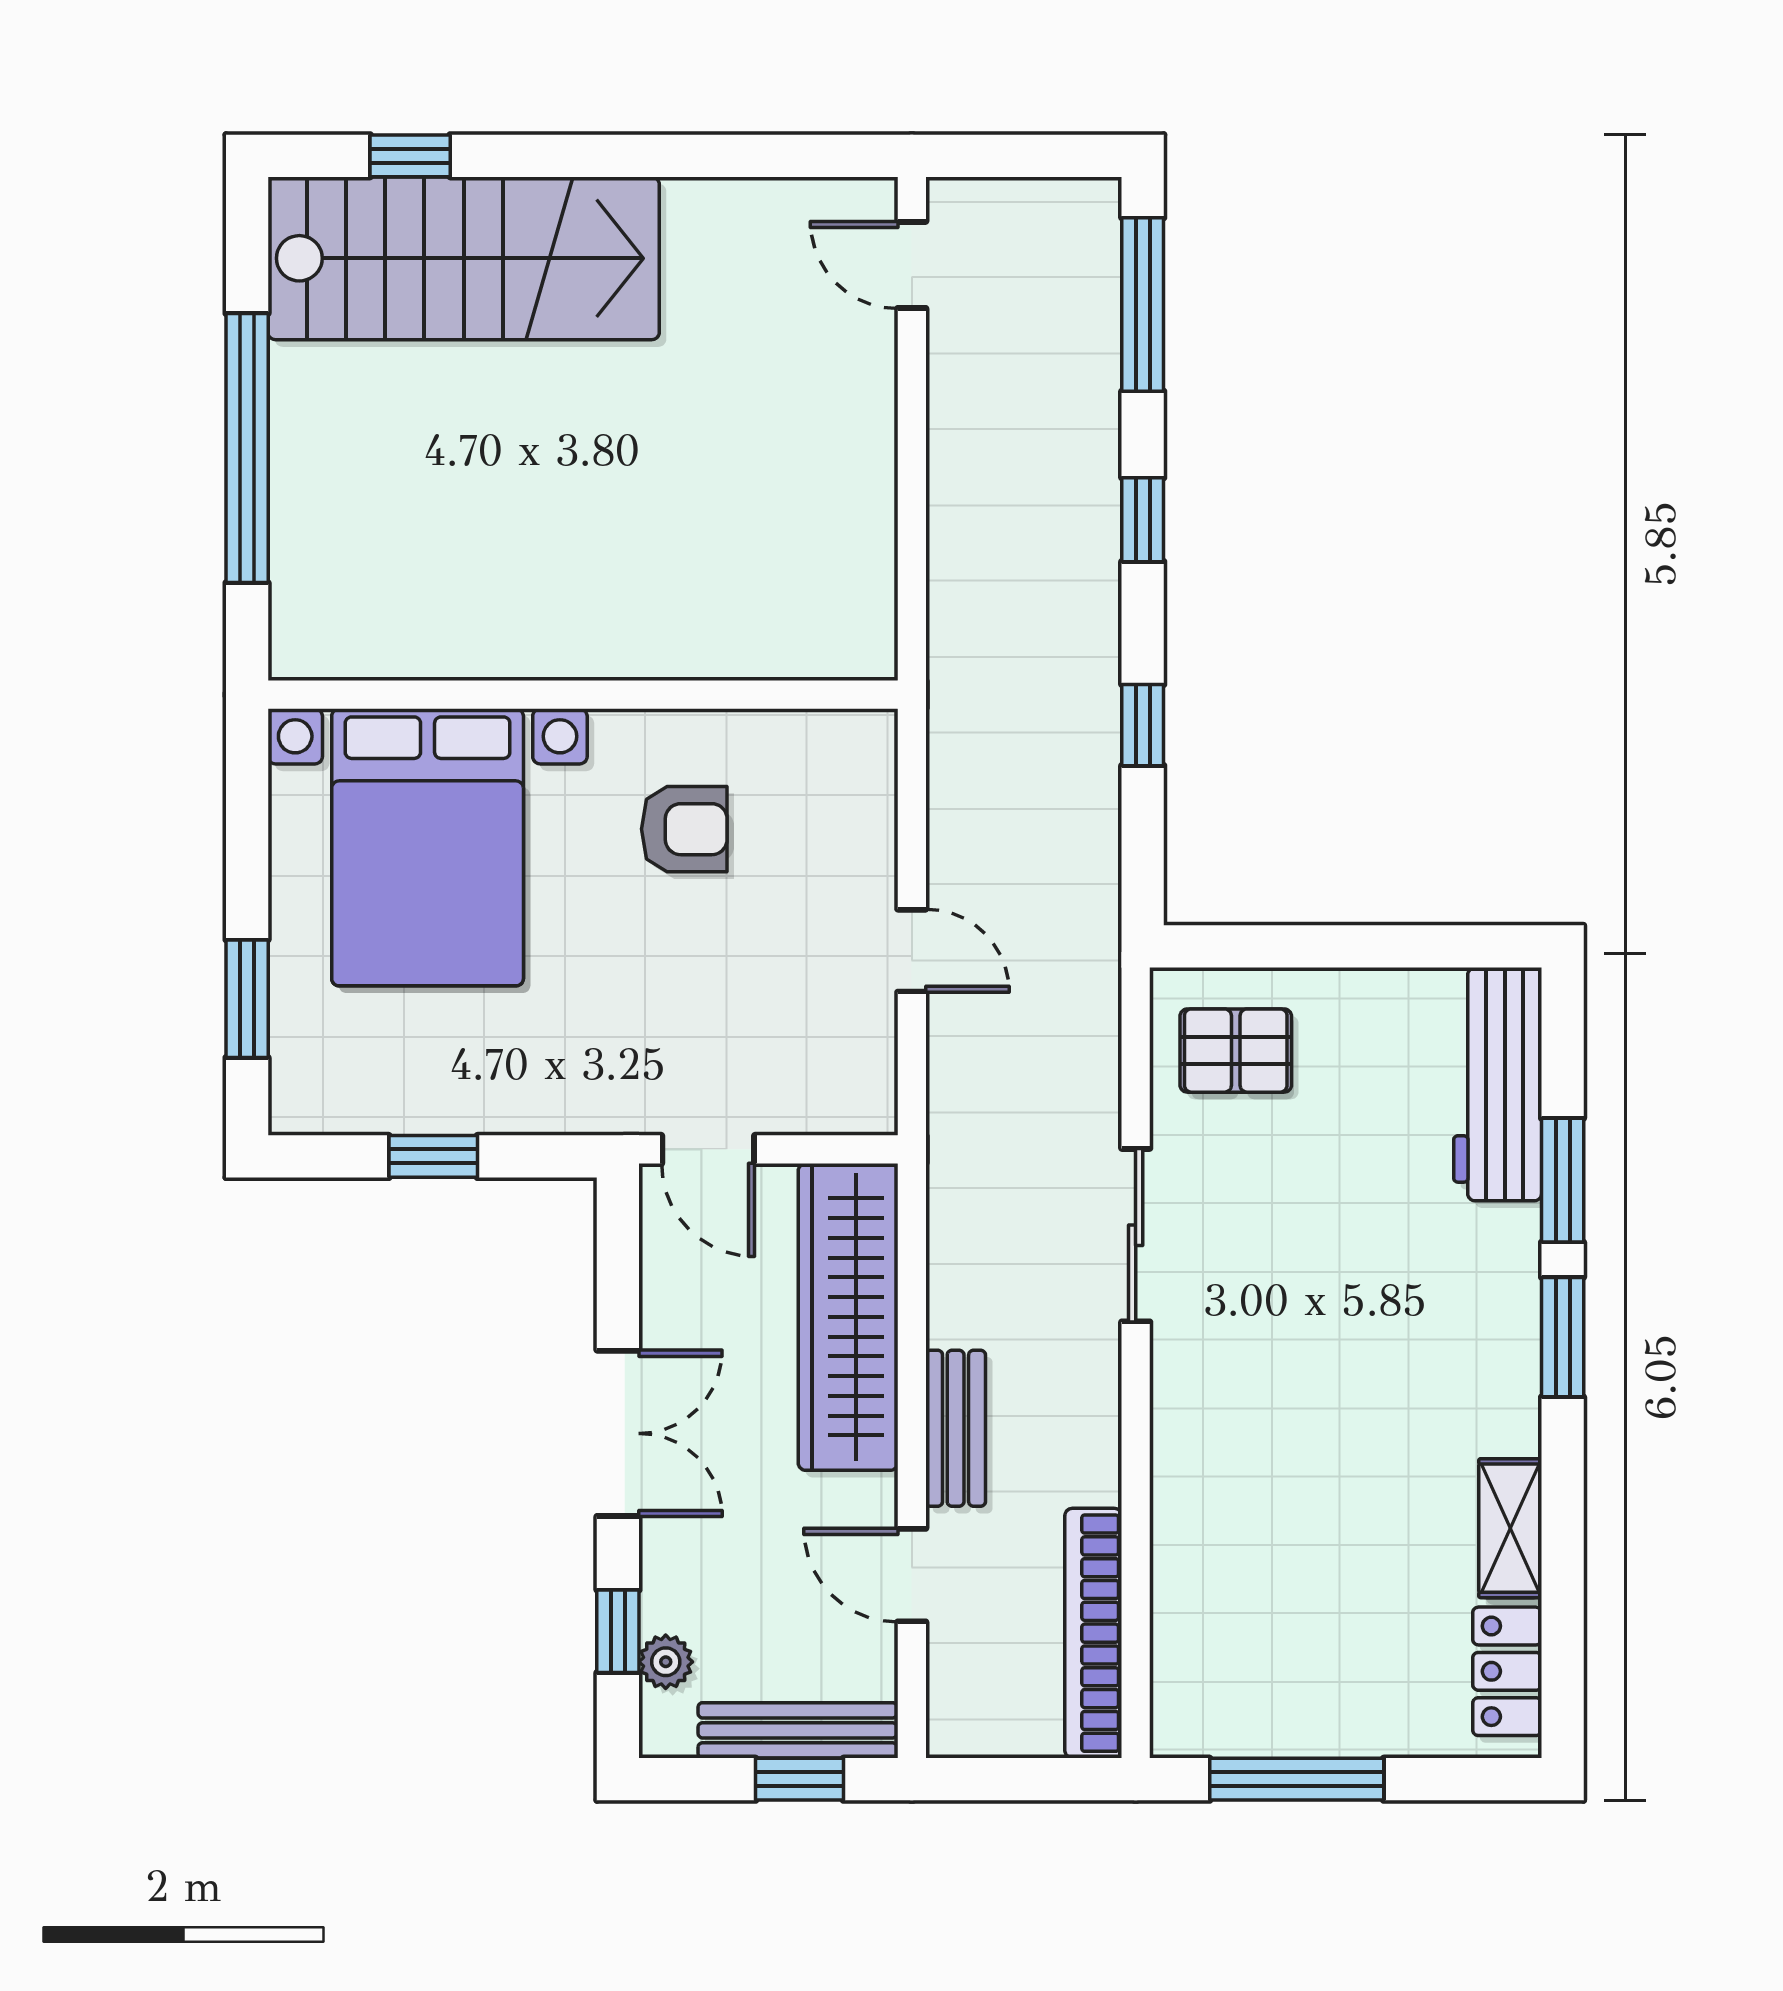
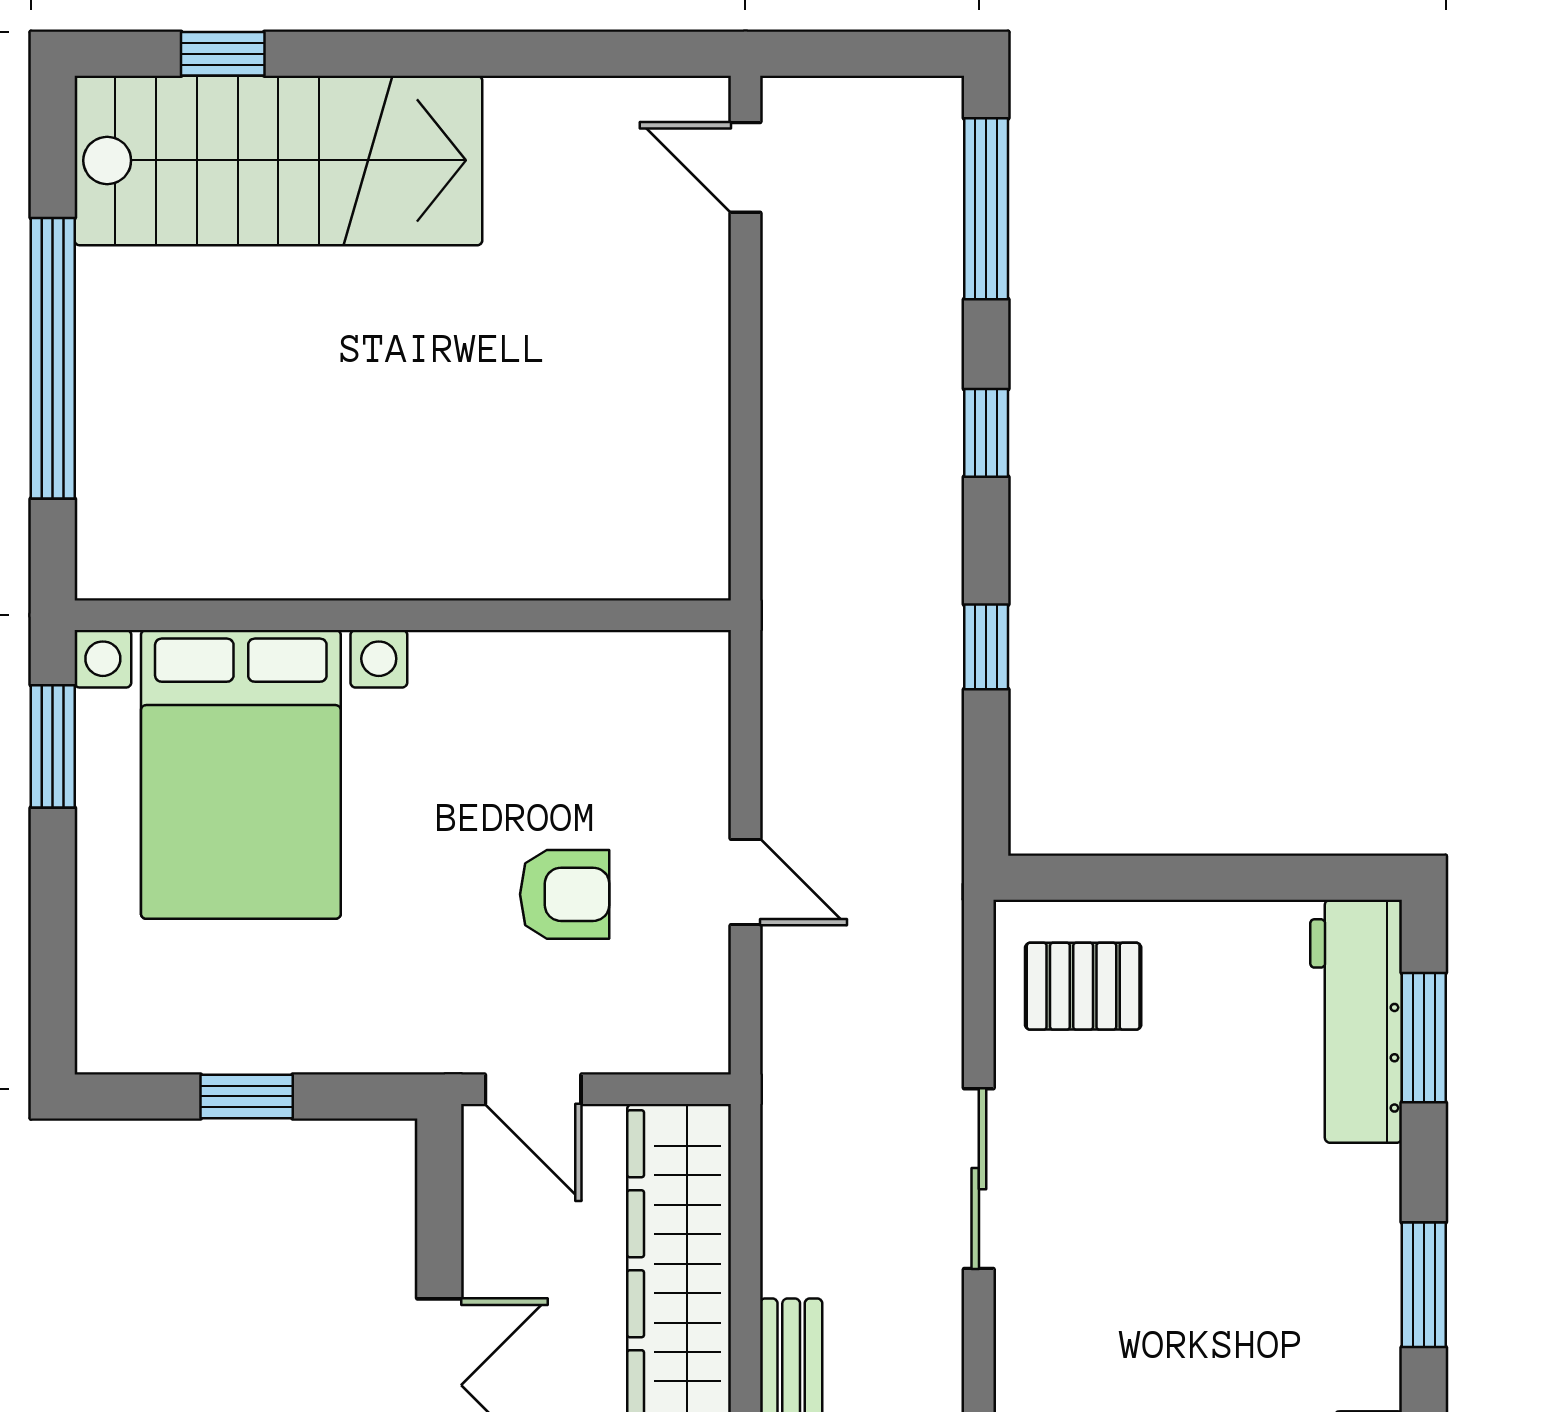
armchair: (684, 829) -> (565, 894), moved
window: (247, 999) -> (53, 746), moved
window: (1563, 1180) -> (1424, 1038), moved

